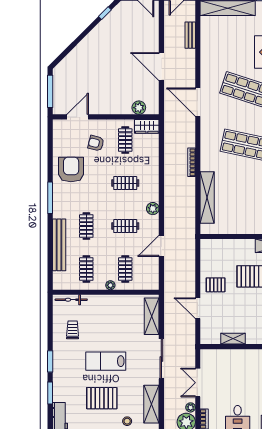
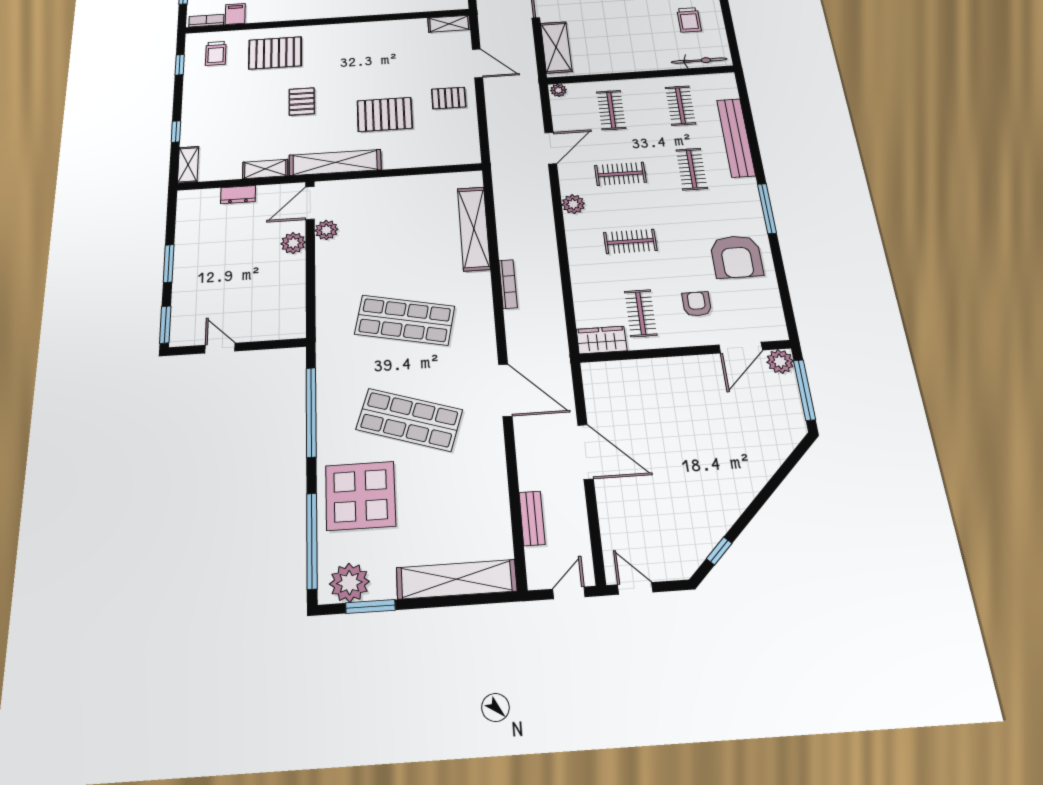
plant: (139, 108) -> (780, 361), moved
armchair: (96, 143) -> (697, 304), turned -104
plant: (110, 285) -> (558, 90), moved
shelving: (233, 339) -> (449, 24), moved

